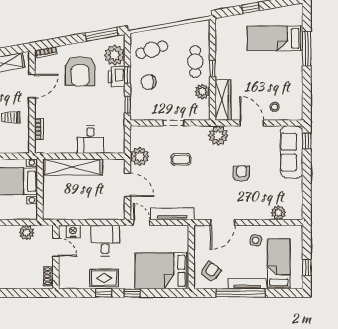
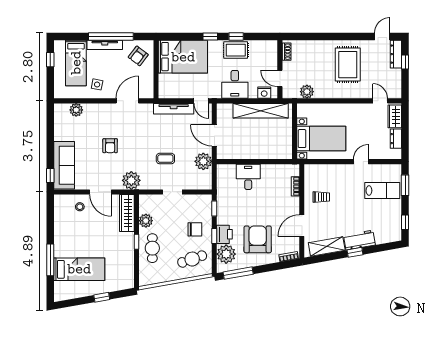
shelving: (73, 167) -> (261, 111), moved

